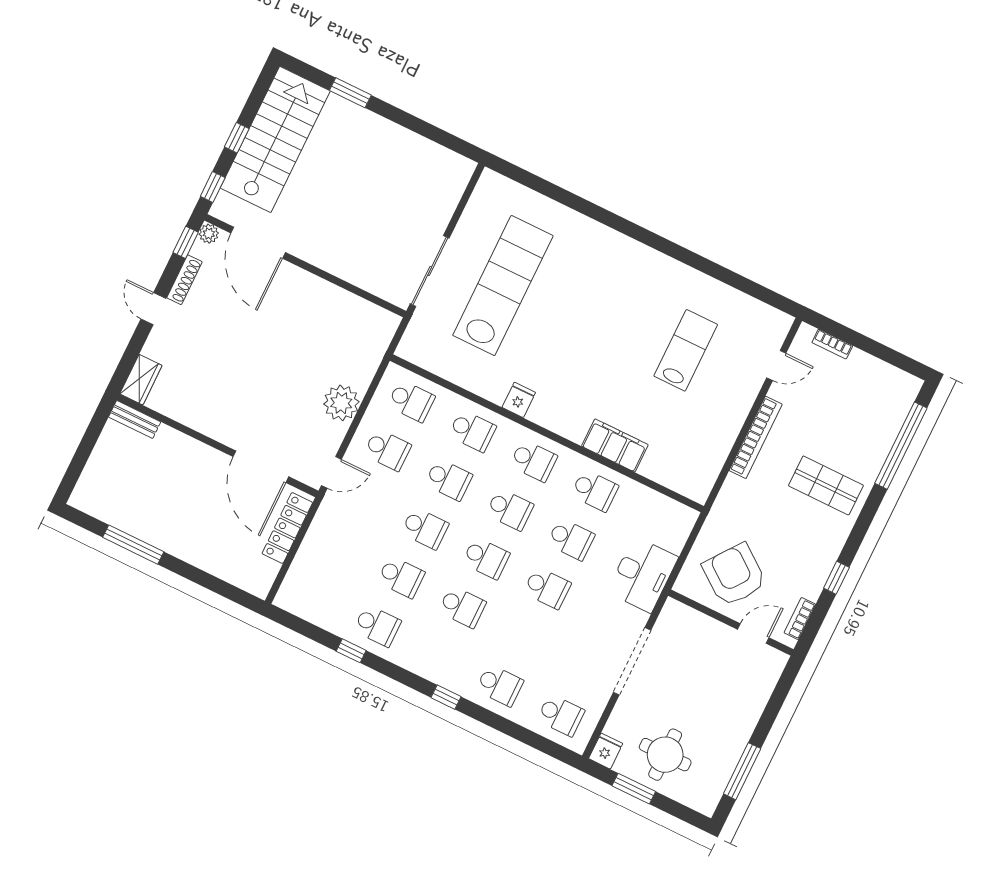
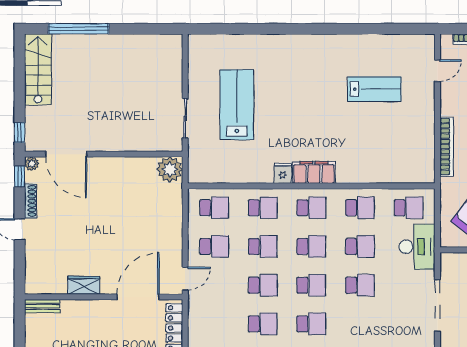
window: (350, 93) -> (78, 29), width x2.11
window: (237, 138) -> (20, 93), removed
stairs: (275, 139) -> (38, 69), width x0.73, depth x0.66
sliding door: (430, 271) -> (185, 118), width x0.73
lab bench: (503, 286) -> (237, 105), width x0.73
lab bench: (686, 350) -> (374, 89), turned 90
wardrobe: (141, 380) -> (84, 285), moved, turned -90
plant: (341, 403) -> (170, 169), moved
bookcase: (756, 437) -> (447, 147), moved
filing cabinet: (615, 445) -> (314, 172), moved
door: (261, 467) -> (138, 297), swing flipped
school desk: (656, 520) -> (408, 208), added

